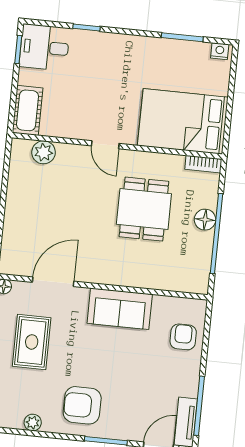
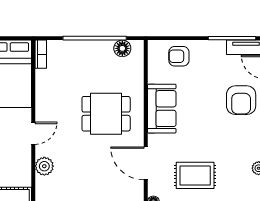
plant: (44, 152) -> (44, 166), moved
dining table: (144, 209) -> (106, 114), moved
floor lamp: (205, 220) -> (122, 48), moved
armchair: (82, 405) -> (241, 100), moved

